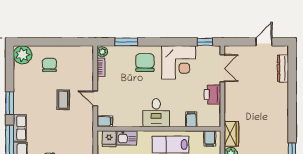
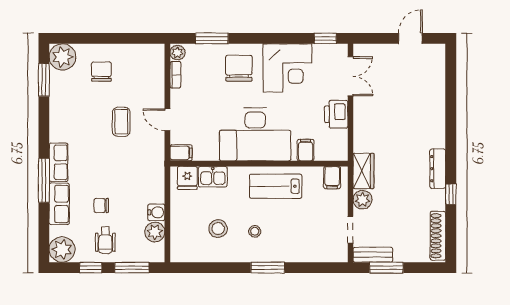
dresser: (283, 68) -> (438, 169), moved
window: (10, 103) -> (44, 80), moved
desk: (156, 113) -> (255, 134), width x1.87, depth x1.30

